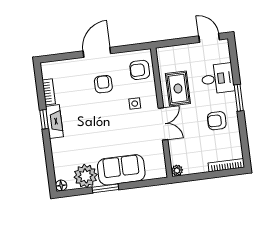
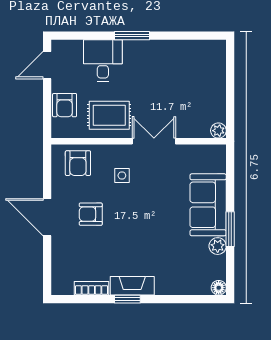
armchair: (217, 121) -> (65, 105), moved
bookcase: (226, 165) -> (220, 64), removed
plant: (86, 176) -> (218, 246), width x0.53, depth x0.53

